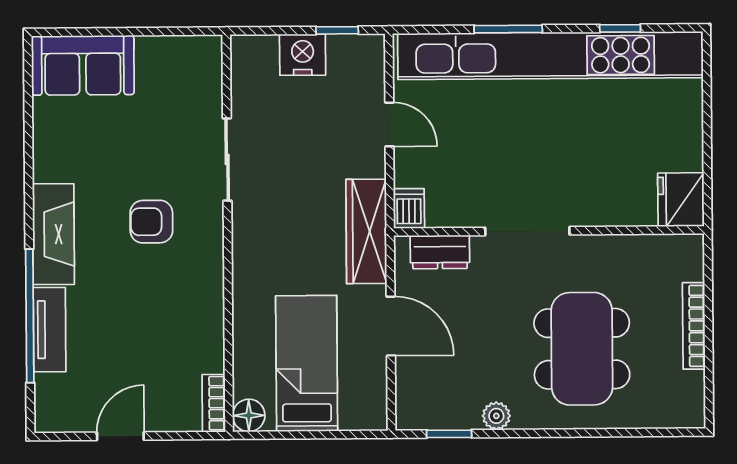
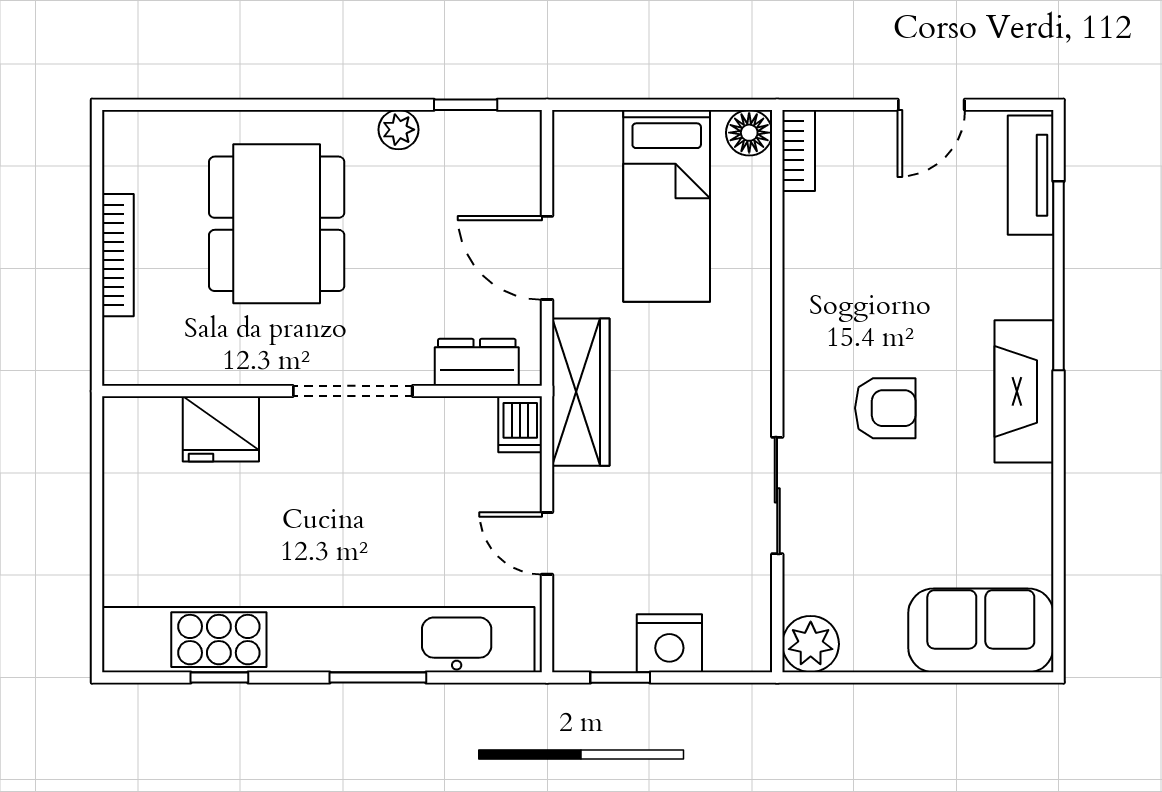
plant: (203, 55) -> (811, 644), added
fridge: (681, 200) -> (221, 429), moved, turned 90
tv unit: (49, 330) -> (1031, 175), moved

